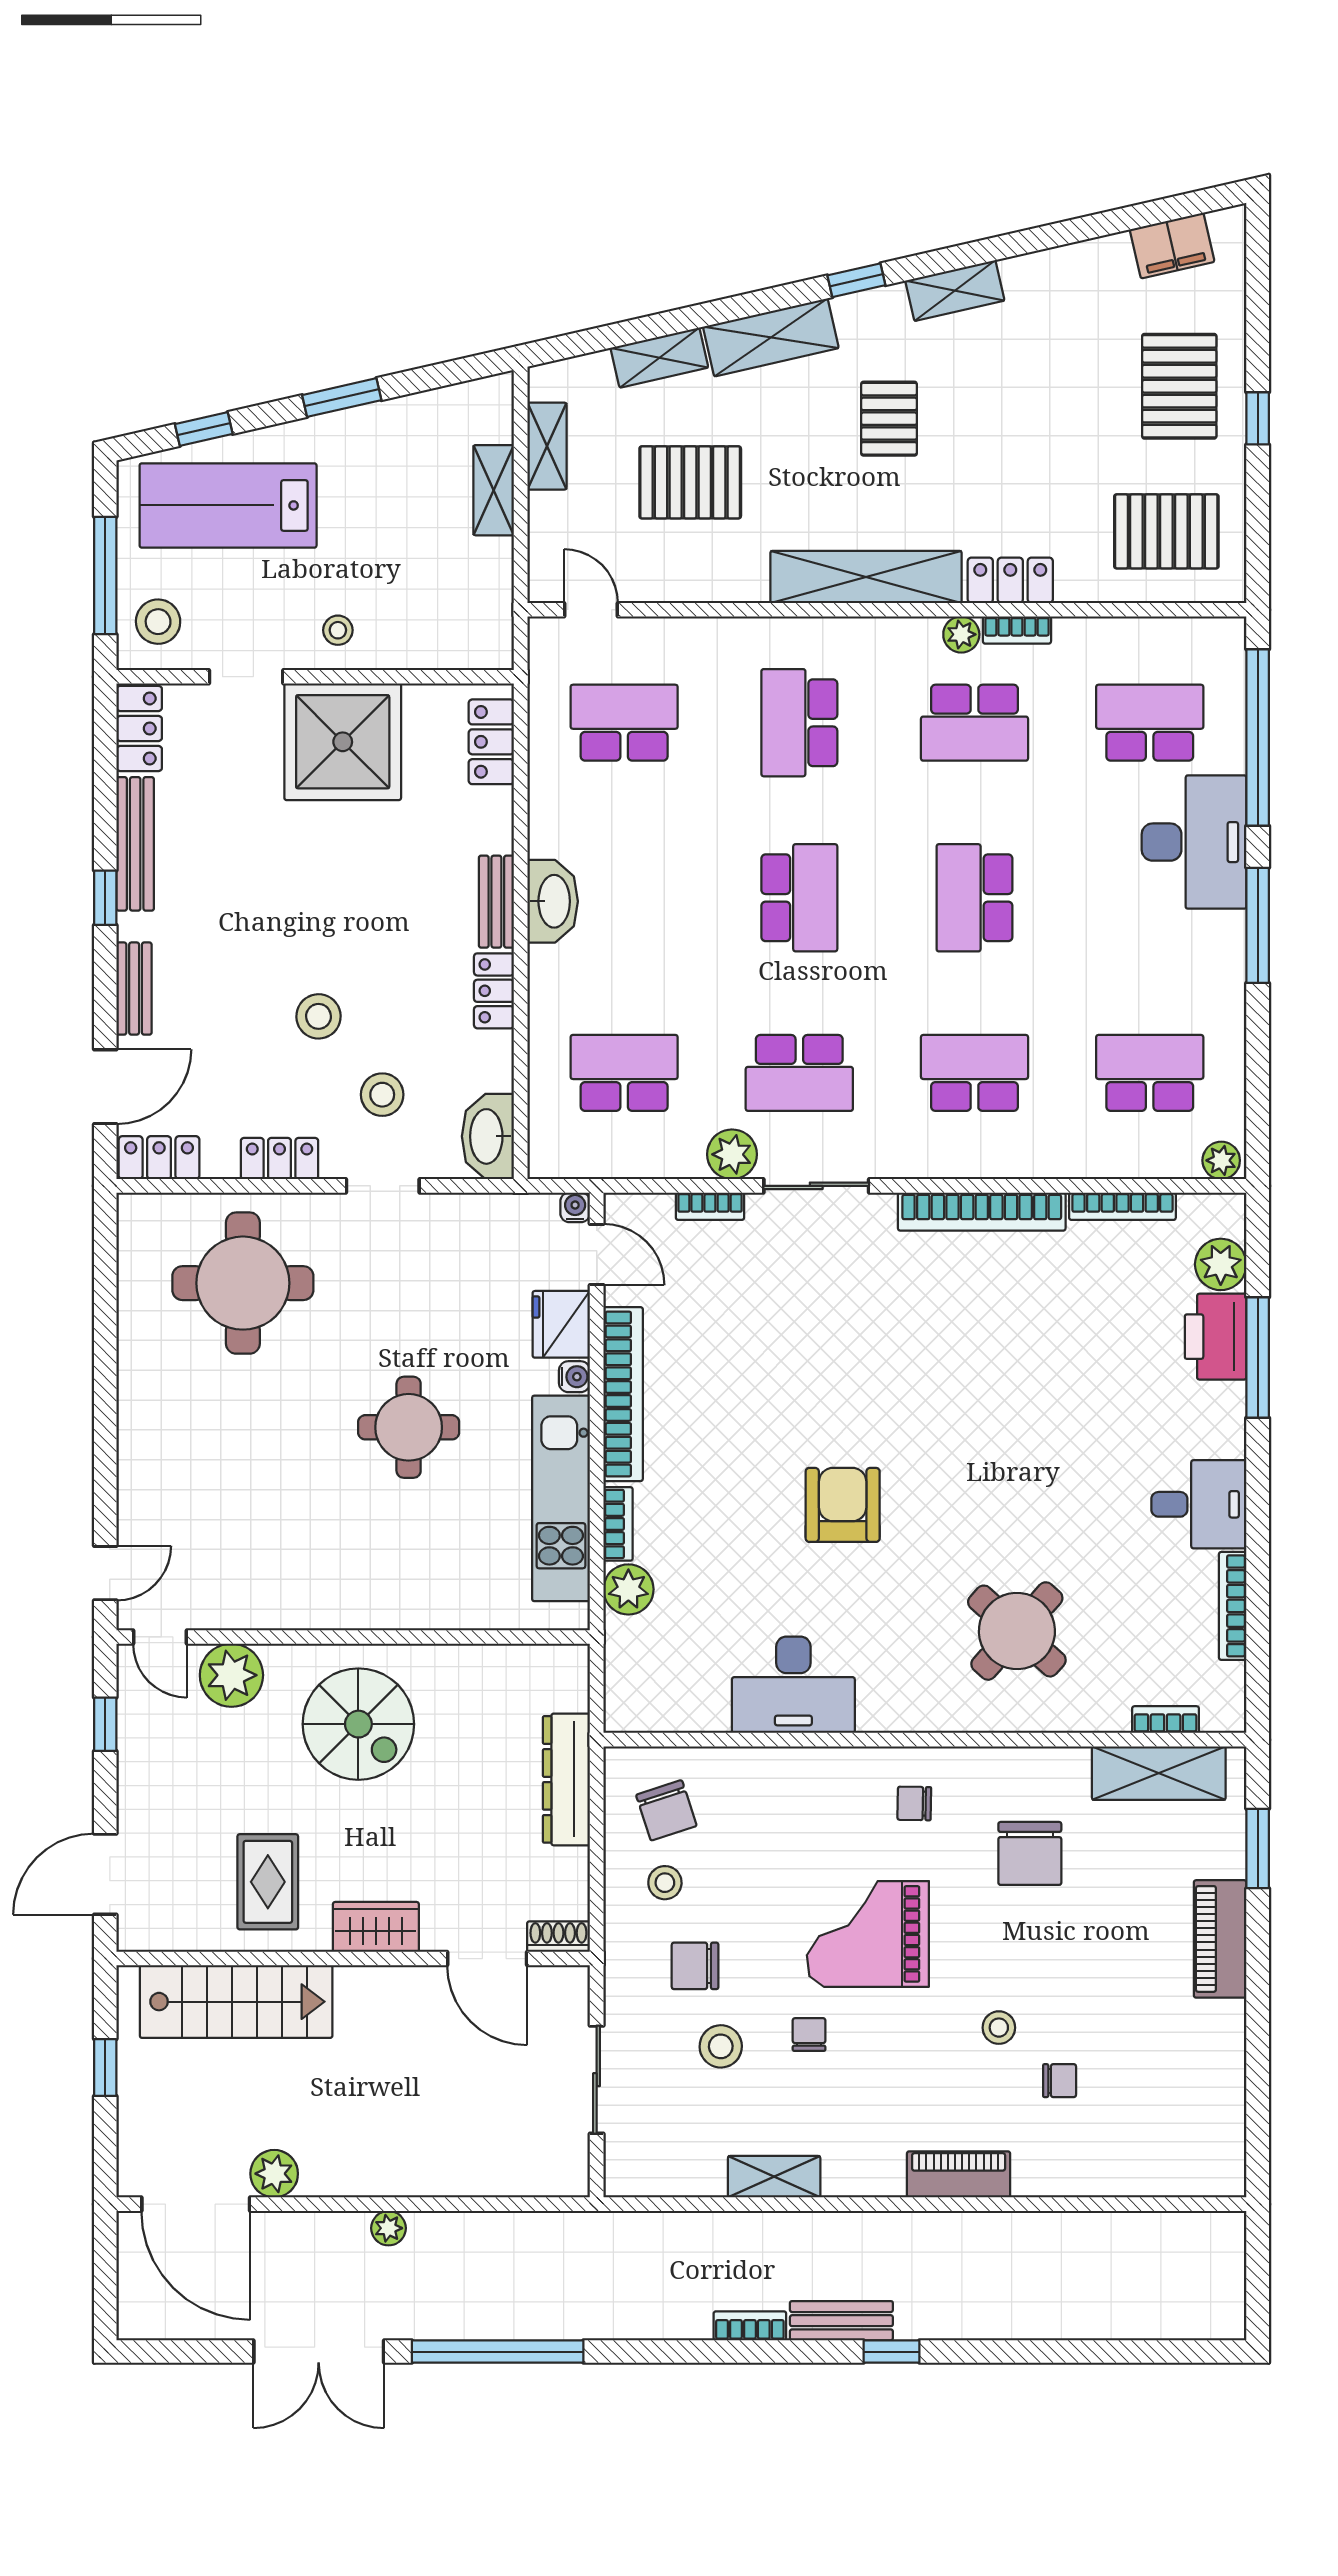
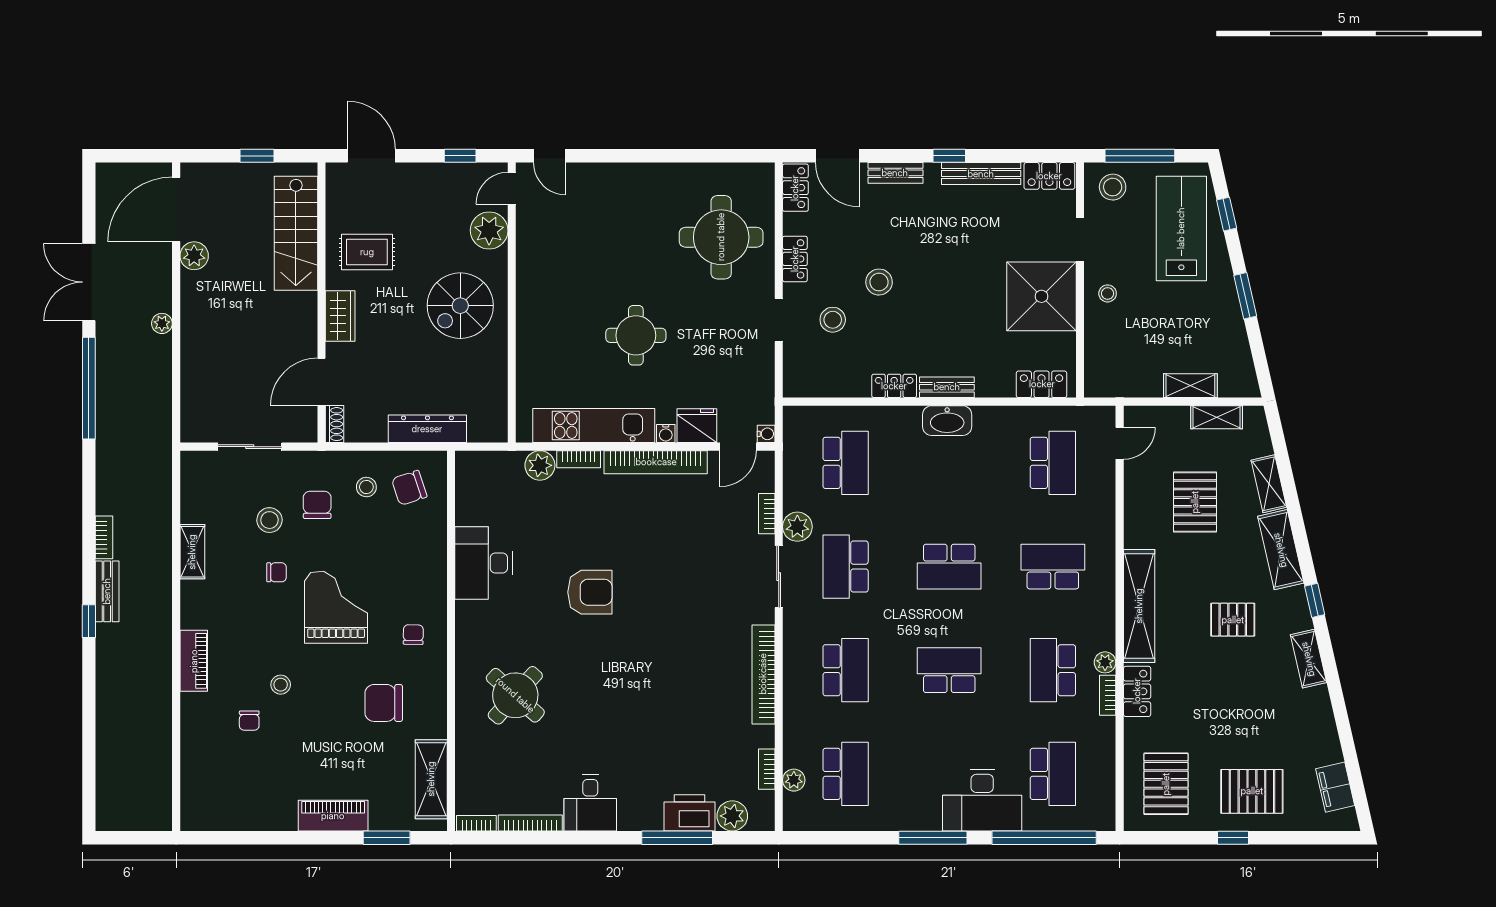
washbasin: (488, 1136) -> (808, 382), removed
plant: (1221, 1160) -> (794, 780), moved
bookcase: (1122, 1206) -> (767, 769), width x0.64
bookcase: (1166, 1720) -> (476, 823), moved, turned -90

